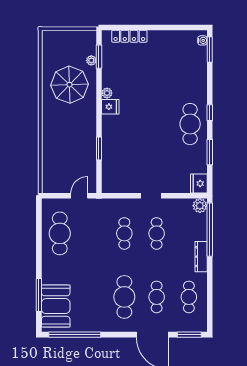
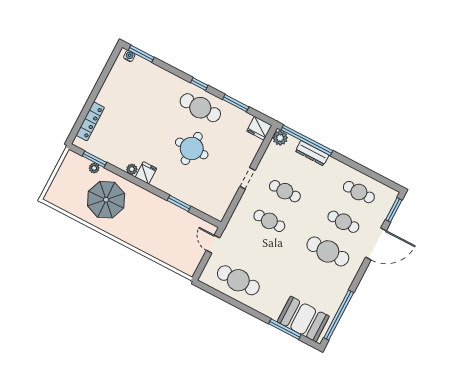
round table: (151, 135) -> (192, 148), added
dresser: (201, 257) -> (312, 153), moved

